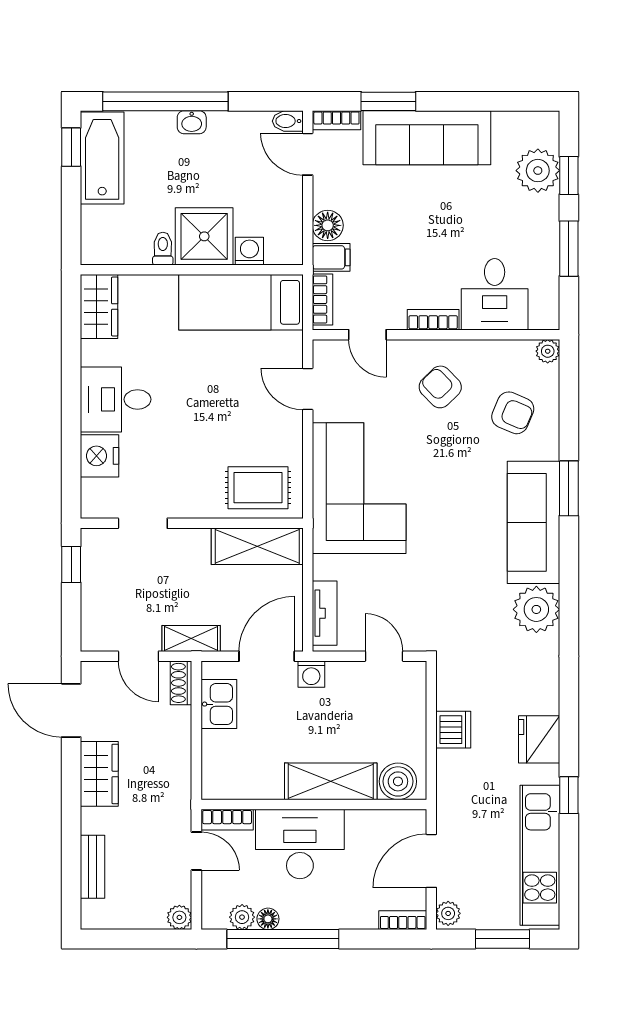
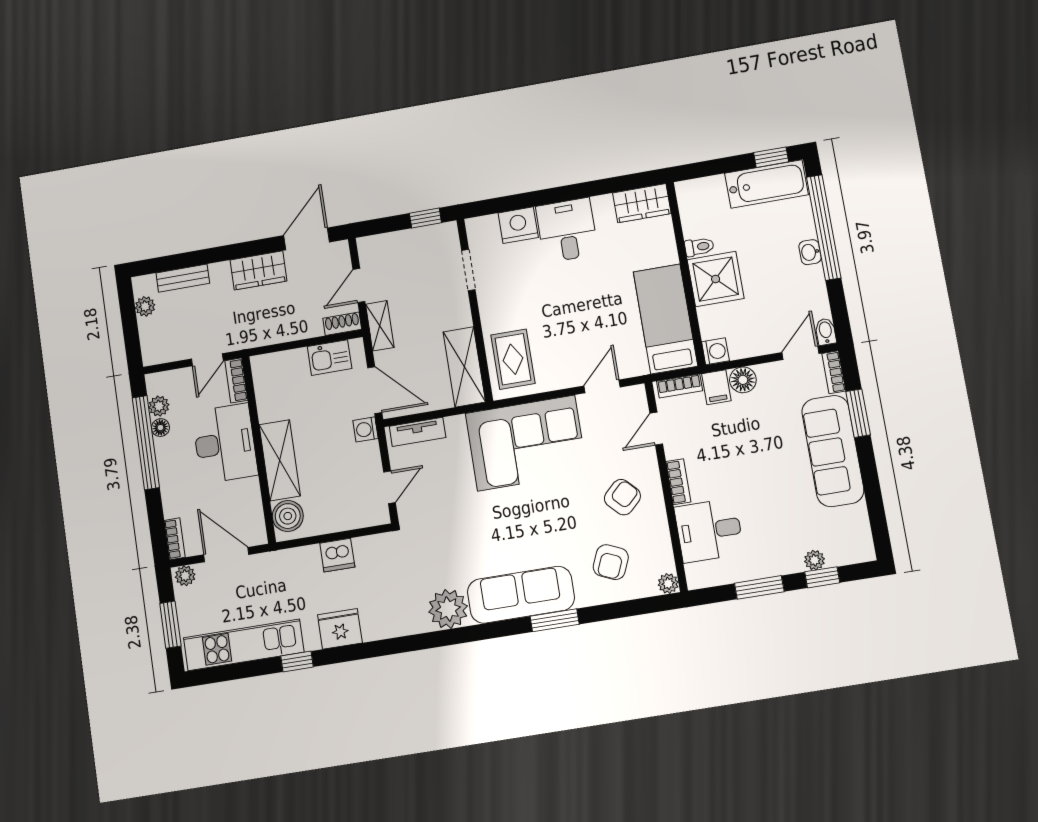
plant: (538, 171) -> (815, 560), width x0.53, depth x0.53
washing machine: (249, 251) -> (715, 351), moved
plant: (179, 917) -> (145, 306), moved

